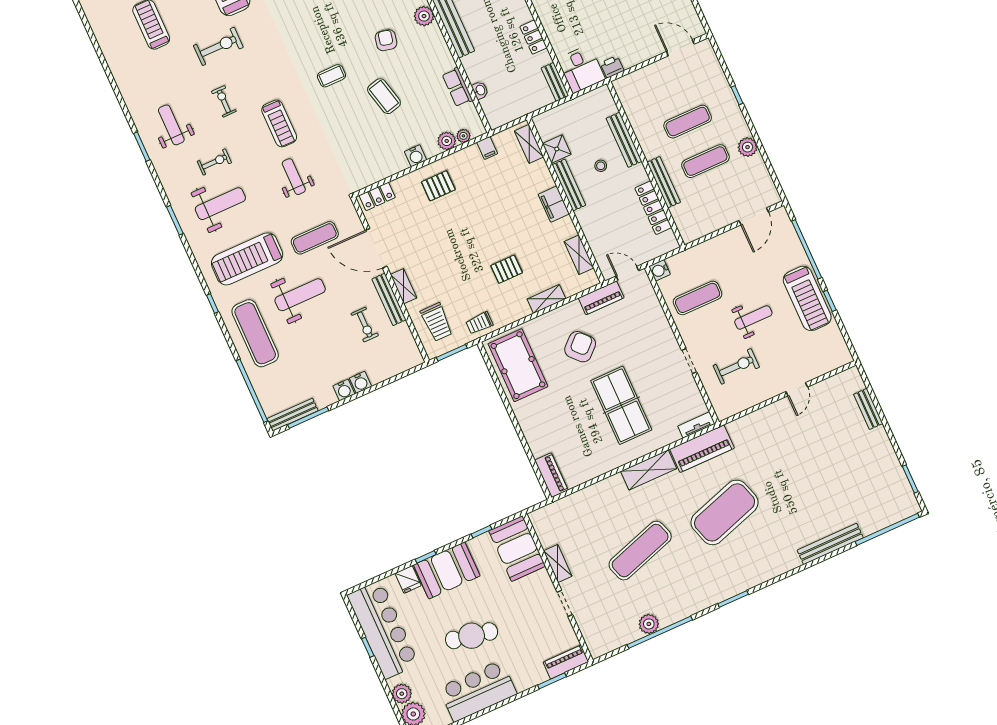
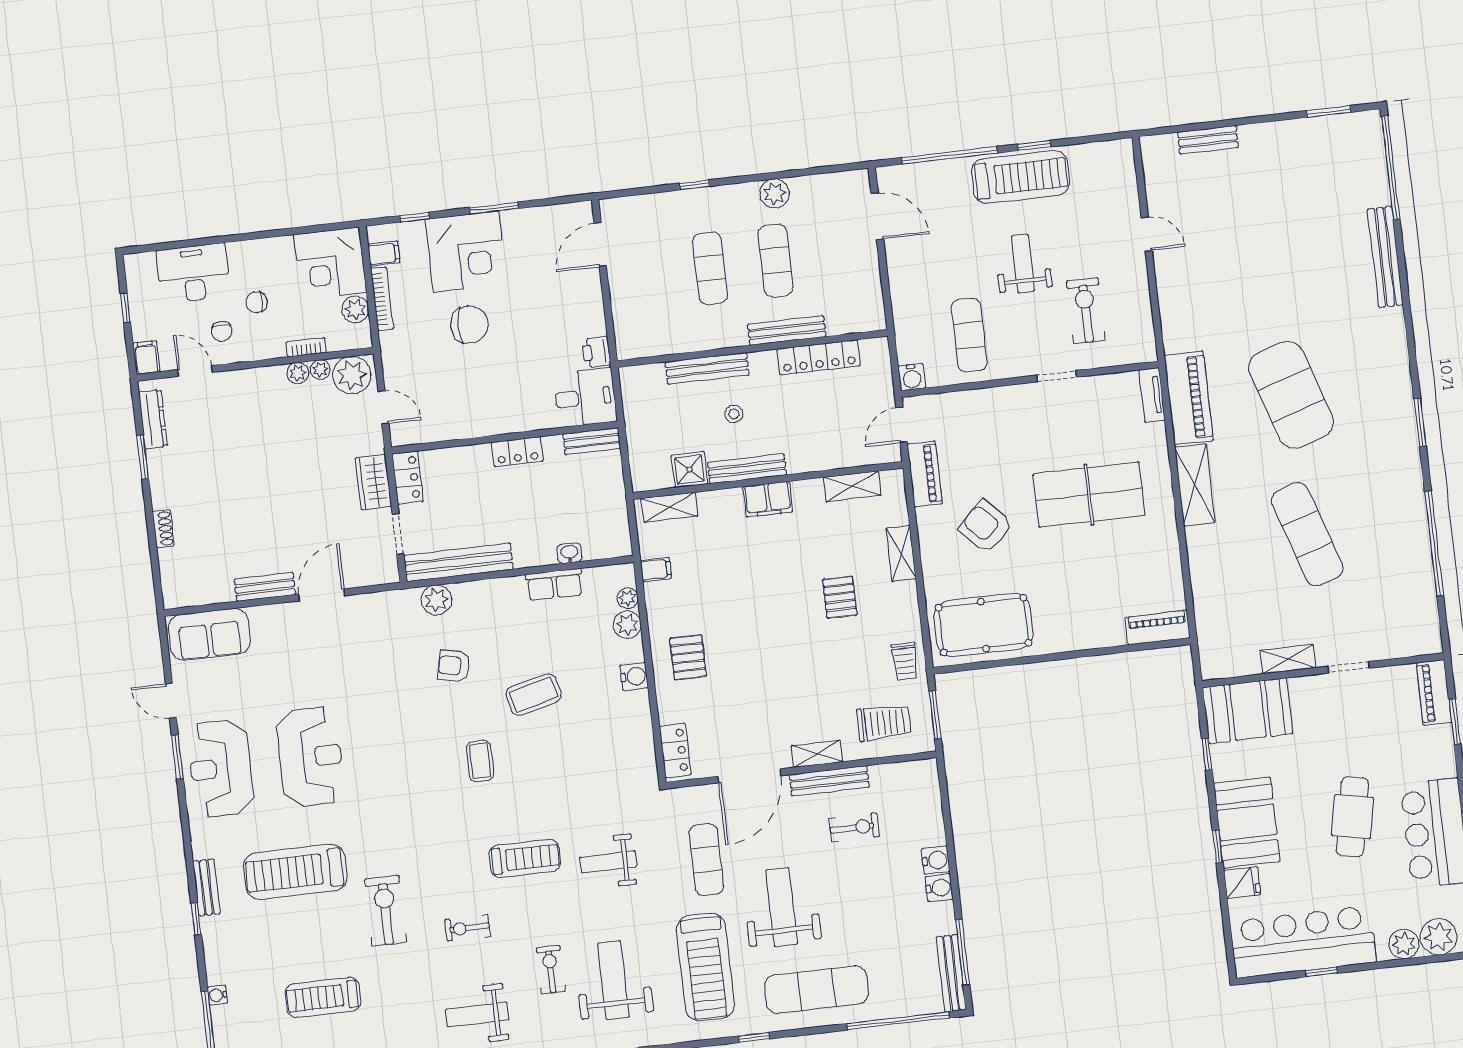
plant: (649, 624) -> (1417, 555), removed

